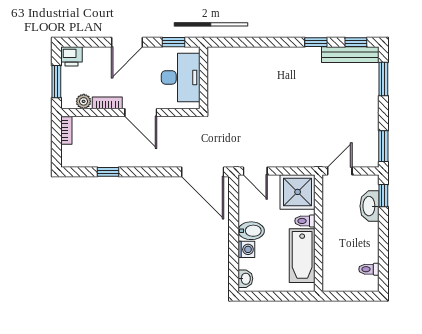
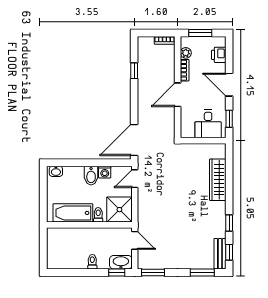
bench: (350, 55) -> (220, 254), width x0.73
printer: (72, 56) -> (219, 55), moved
wardrobe: (257, 58) -> (218, 180), added
desk: (181, 77) -> (208, 124), width x0.73
washbasin: (369, 206) -> (121, 262), moved
washing machine: (246, 249) -> (105, 172), moved
toilet: (369, 269) -> (92, 262), moved

